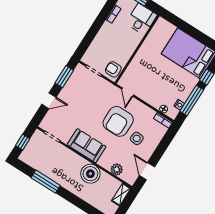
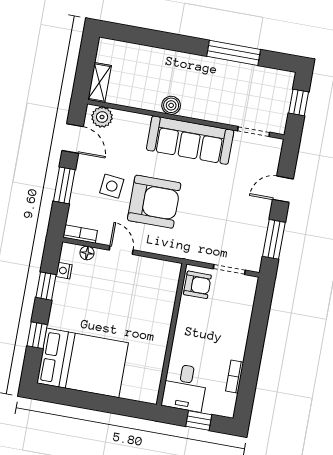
door: (128, 92) -> (121, 250), moved
window: (192, 101) -> (46, 286), width x0.46
armchair: (118, 121) -> (154, 202), turned 90
sofa: (87, 146) -> (190, 140), width x1.36
window: (161, 149) -> (64, 185), added
plant: (117, 169) -> (102, 117), moved
boiler: (90, 174) -> (171, 105), width x0.54, depth x0.54

